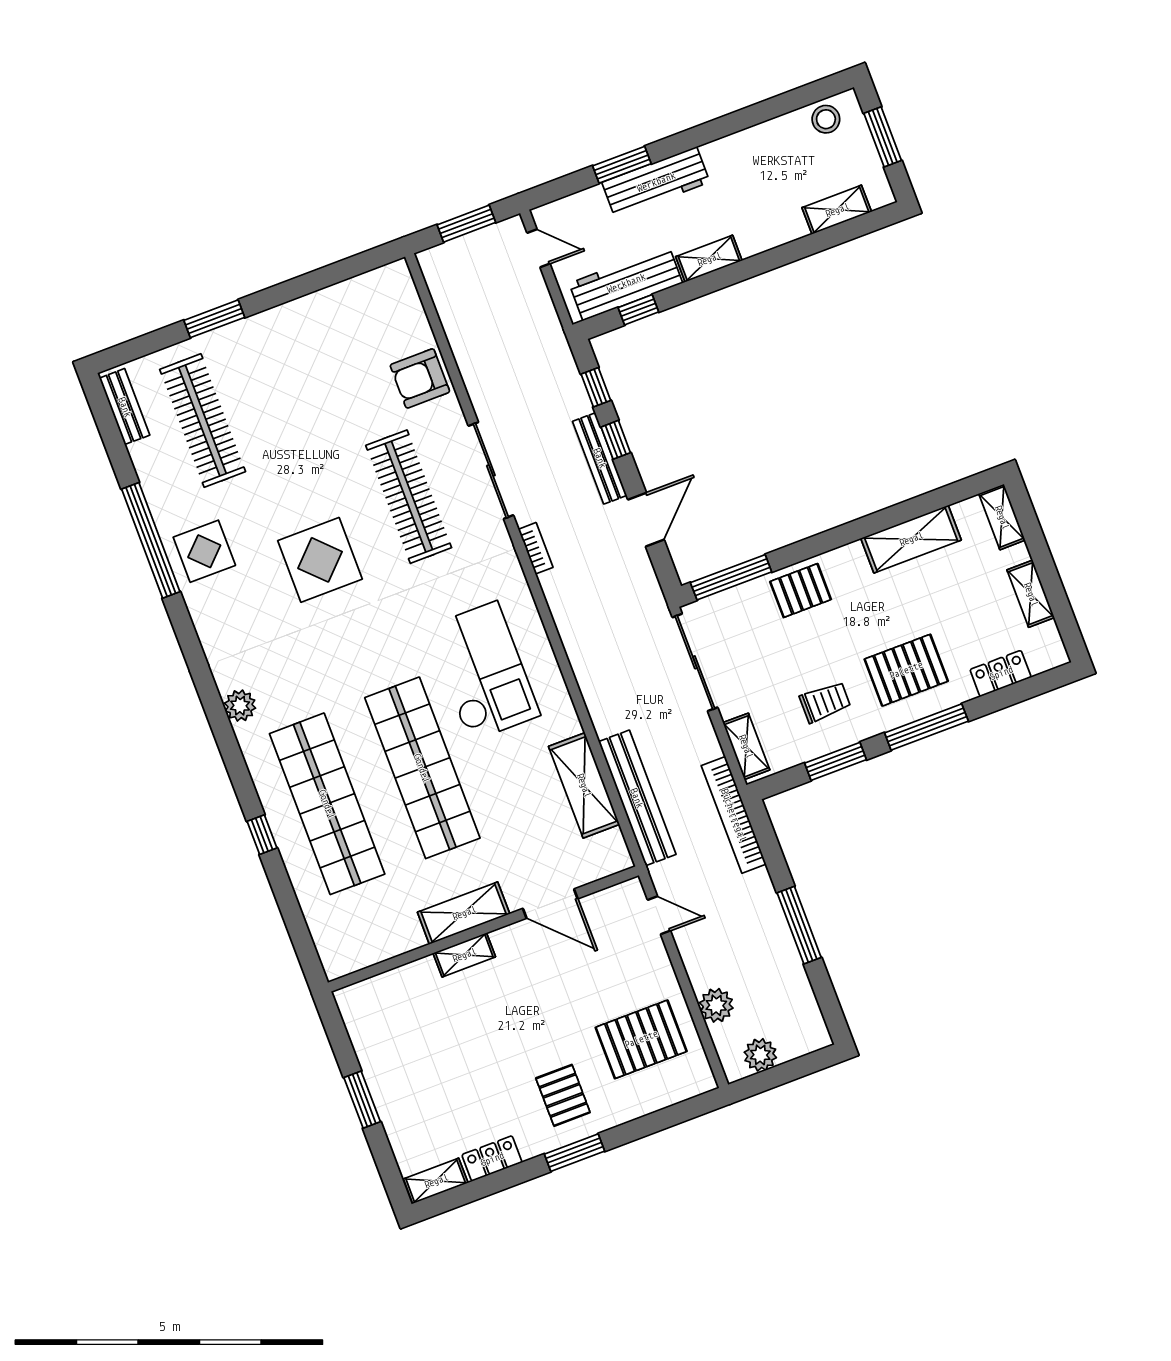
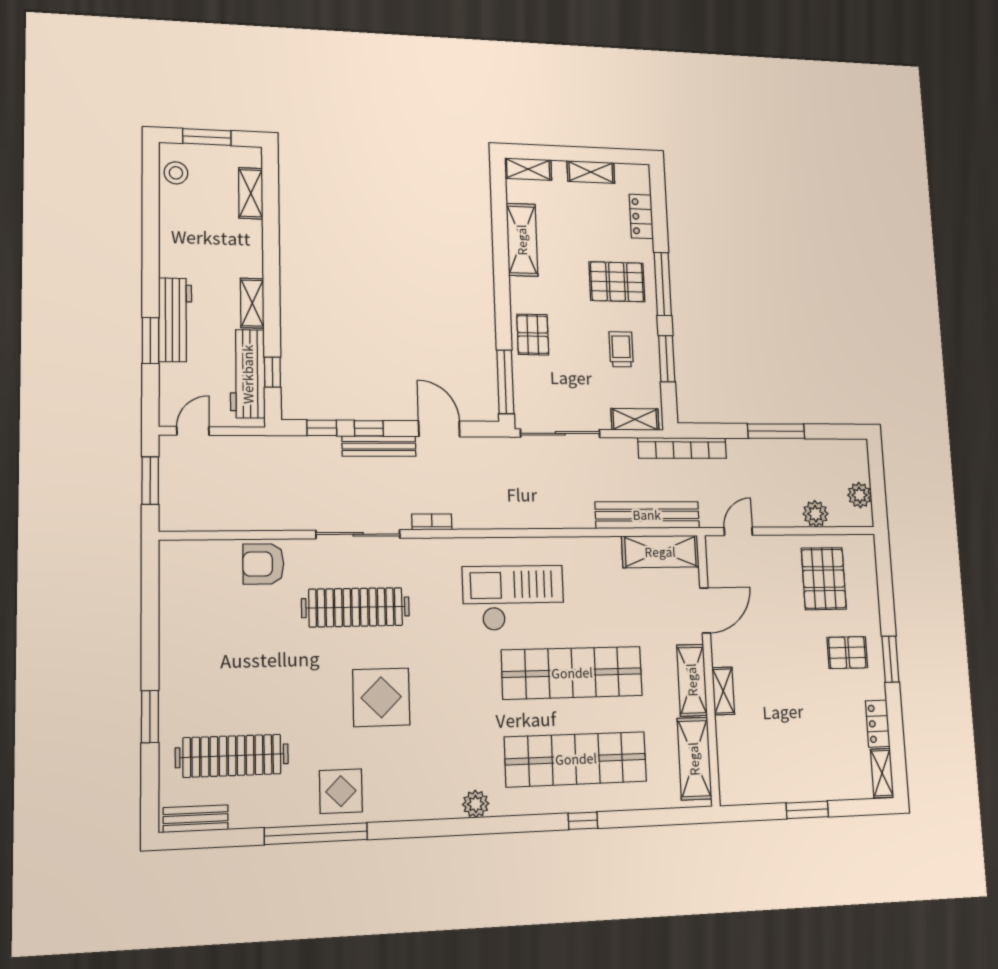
armchair: (420, 378) -> (263, 564), turned 90
pallet: (906, 670) -> (617, 282), turned 90
shelving: (584, 785) -> (660, 552), moved
shelving: (375, 944) -> (694, 759), added

